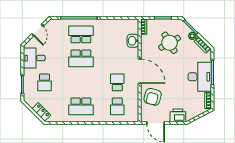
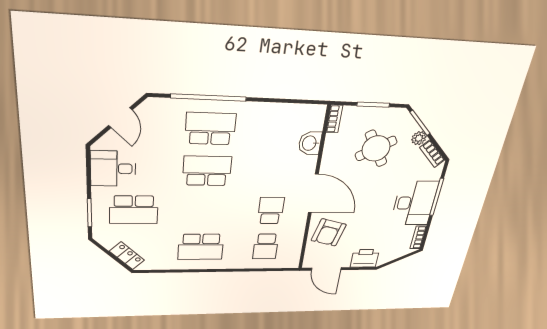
school desk: (81, 58) -> (207, 171), turned 180
school desk: (45, 82) -> (134, 210), width x1.85

